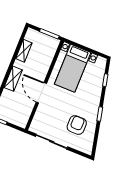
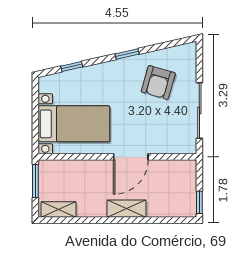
shelving: (24, 51) -> (59, 209), moved
armchair: (77, 125) -> (158, 82), turned -74

